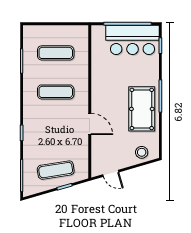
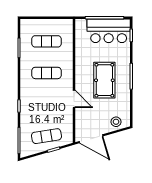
pool table: (142, 109) -> (104, 80), moved
door: (111, 173) -> (91, 139), width x1.87

